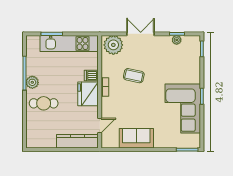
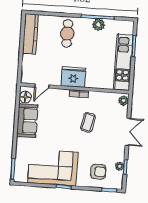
plant: (113, 45) -> (124, 101), width x0.53, depth x0.53
armchair: (184, 61) -> (98, 172), added
dishwasher: (91, 76) -> (91, 81), removed
plant: (32, 82) -> (99, 25), moved
door: (100, 126) -> (42, 86), hinge flipped
kitchen counter: (77, 141) -> (30, 34), moved
floor lamp: (112, 142) -> (25, 97), added

